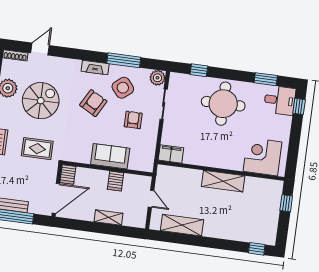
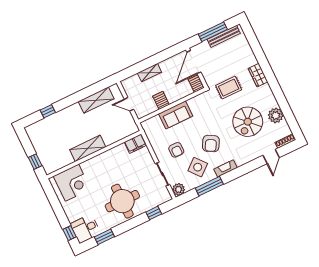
window: (257, 249) -> (48, 111), moved

